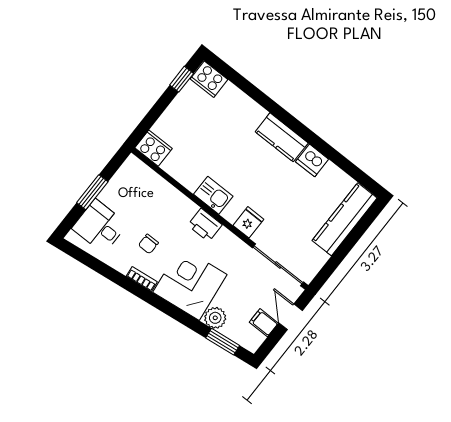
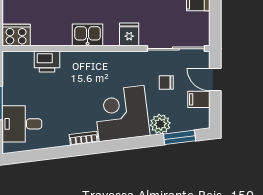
printer: (205, 225) -> (47, 62), moved
chair: (148, 244) -> (166, 83), moved, turned 90

